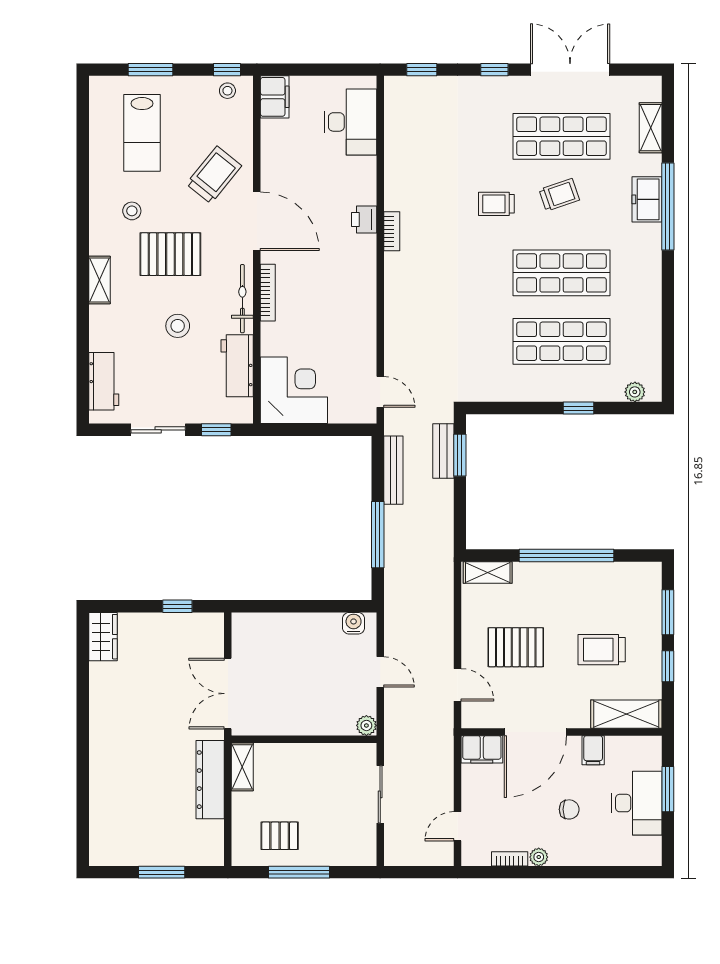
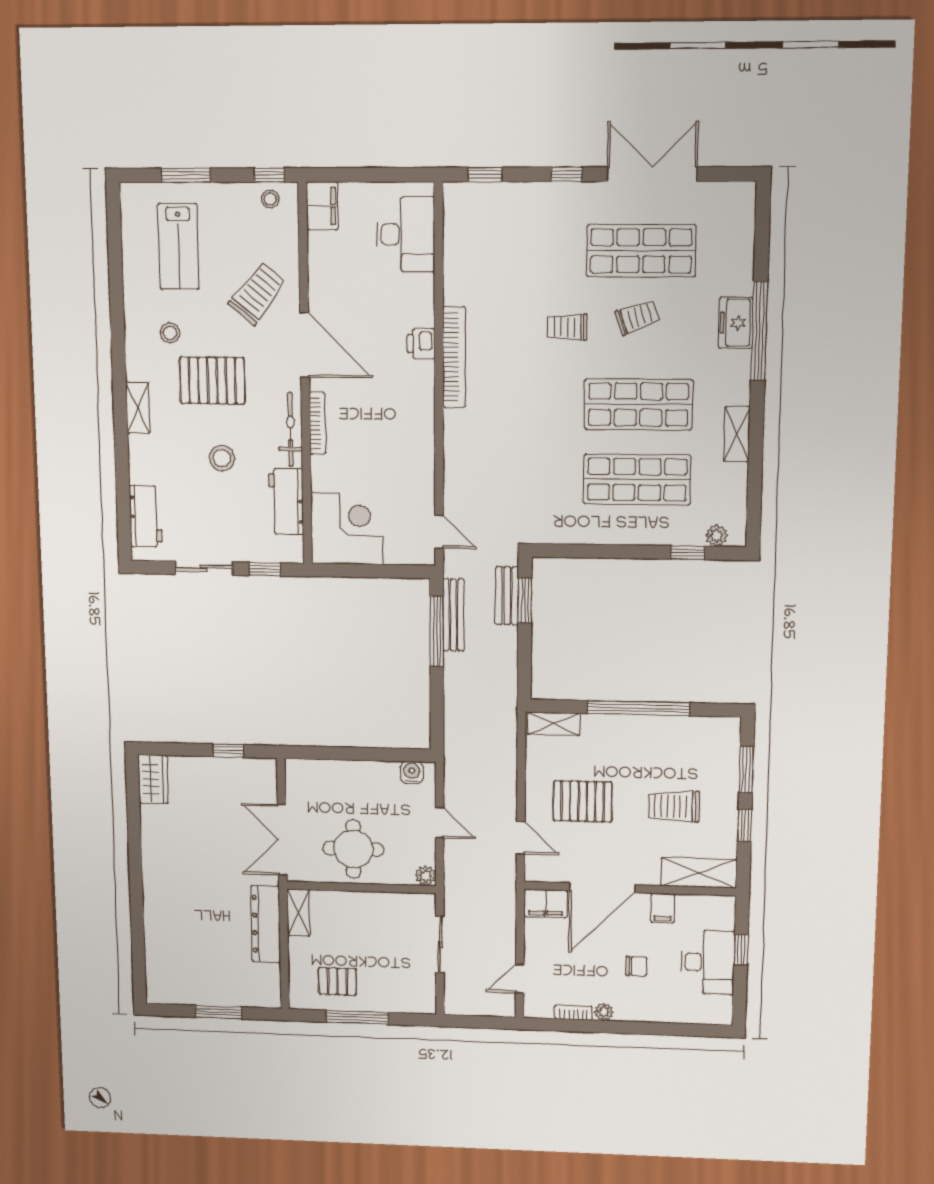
shelving: (651, 128) -> (737, 434), moved
bookcase: (392, 231) -> (454, 357), width x2.31, depth x1.31
window: (578, 408) -> (688, 553), moved
window: (378, 535) -> (437, 631), moved
round table: (297, 701) -> (353, 849), added
window: (668, 789) -> (741, 949), width x0.67

